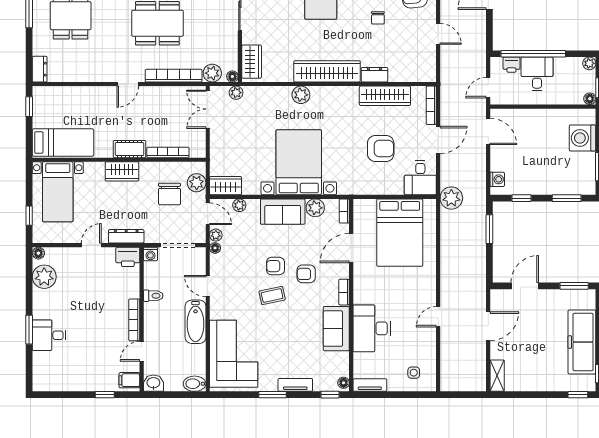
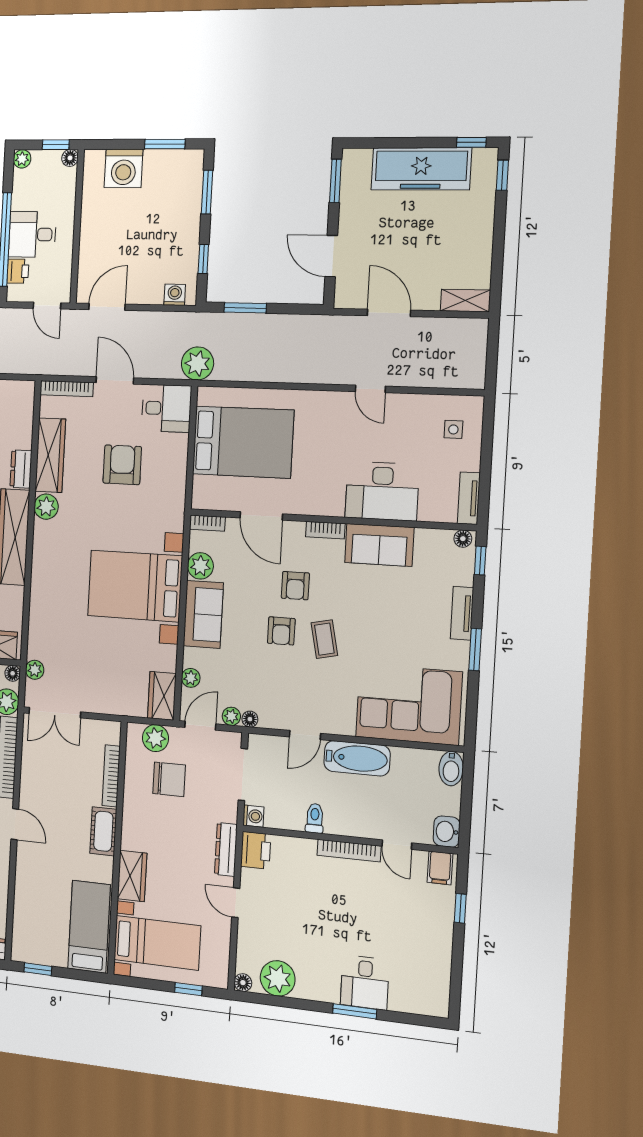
plant: (301, 95) -> (46, 507), moved
wardrobe: (122, 171) -> (132, 876), moved

